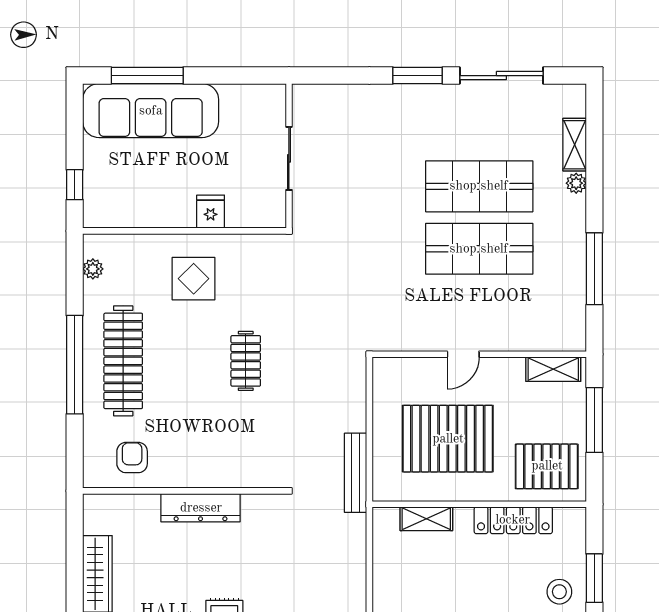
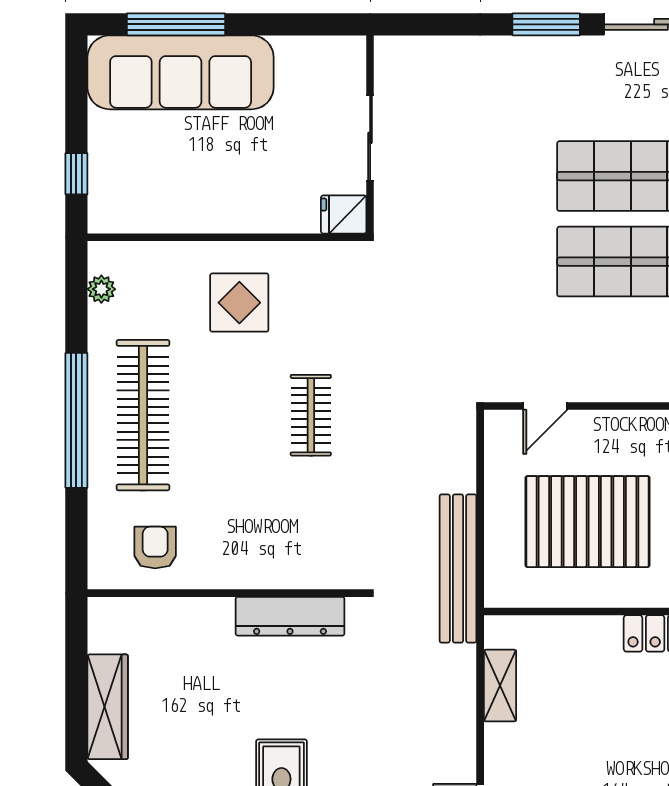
fridge: (211, 212) -> (344, 214), moved, turned -90
door: (463, 354) -> (545, 406), moved
bench: (356, 473) -> (458, 569), width x1.37, depth x1.21
dresser: (201, 508) -> (290, 616), moved
shelving: (426, 519) -> (500, 686), moved, turned 90

